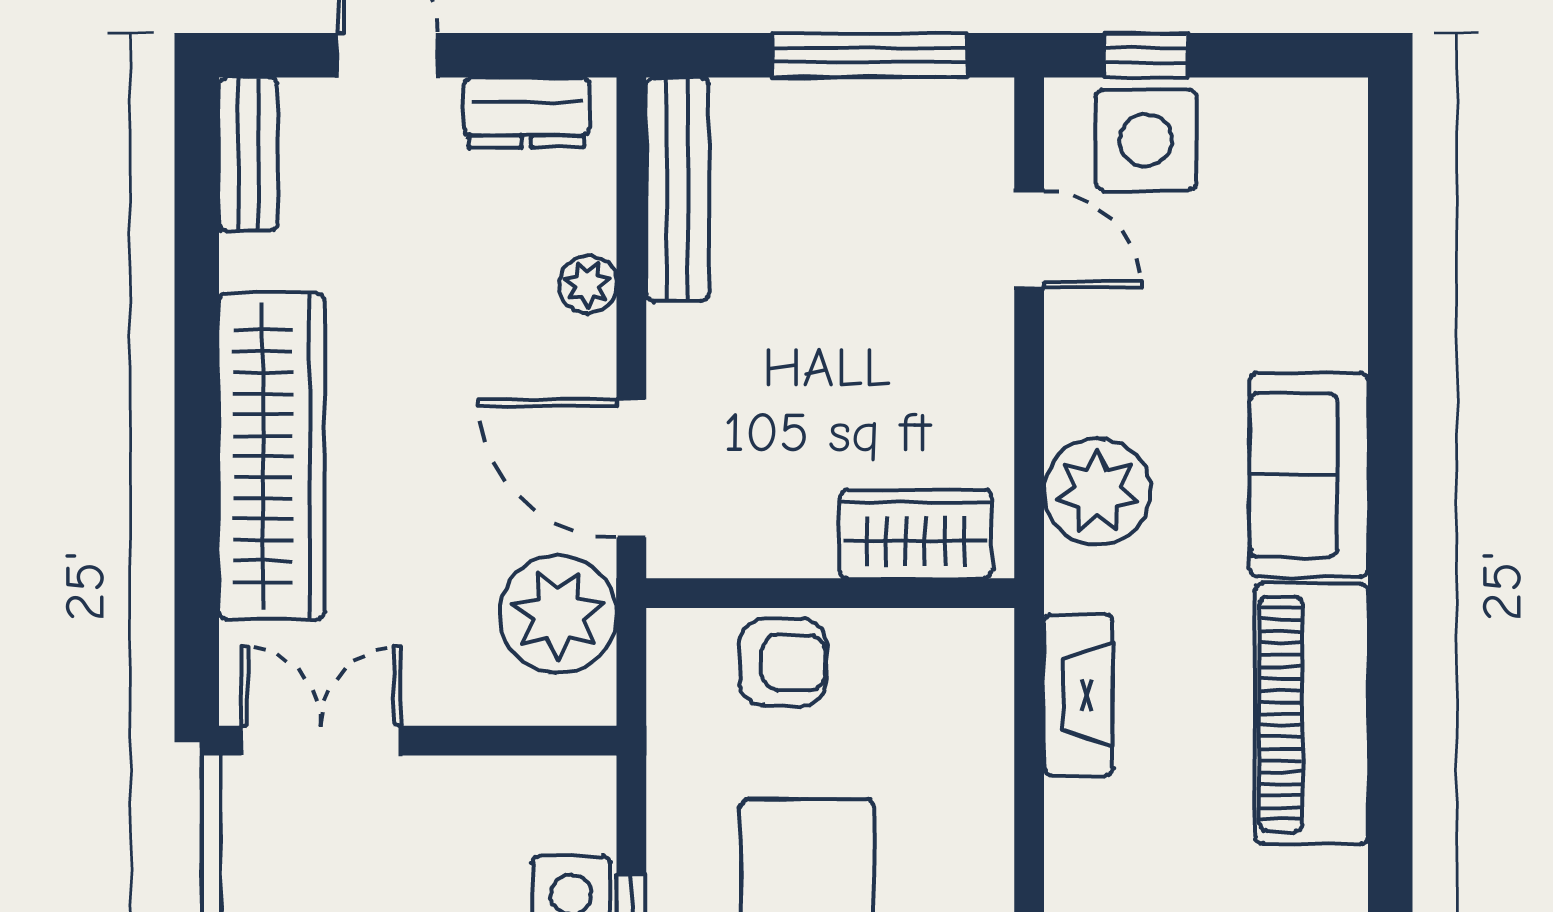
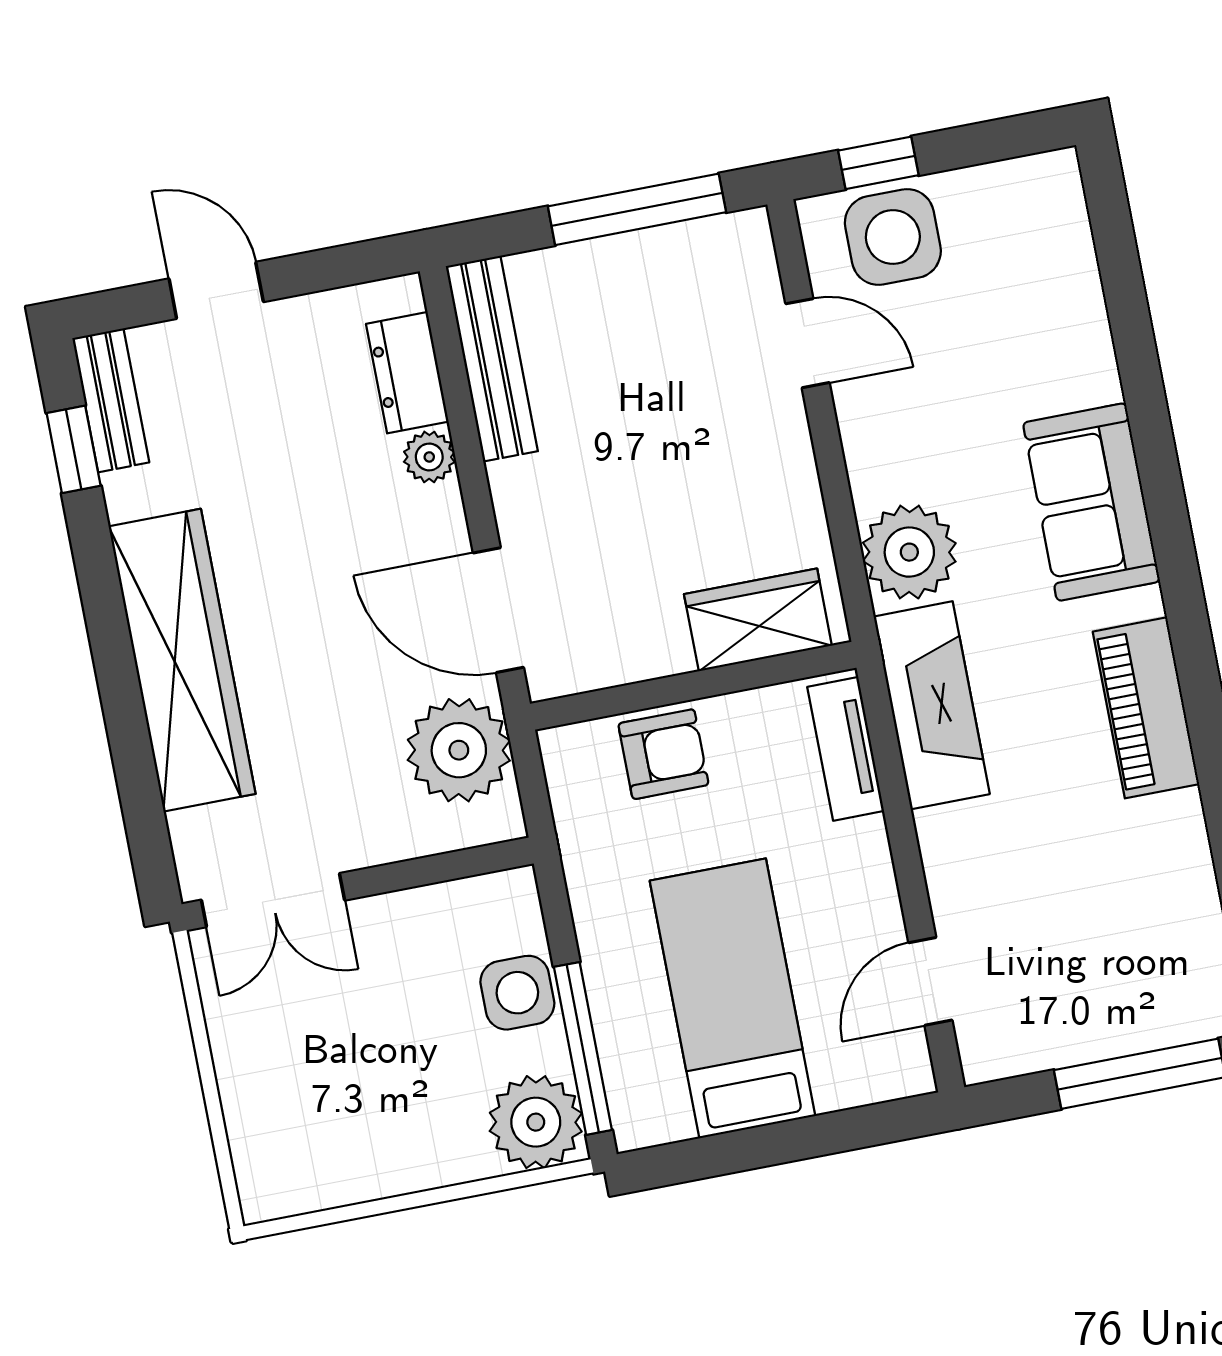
dresser: (527, 113) -> (407, 373), moved, turned 90
window: (197, 201) -> (74, 449), added
tv unit: (985, 695) -> (846, 749), added
fireplace: (1078, 695) -> (932, 705), width x1.37, depth x1.32
piano: (1311, 714) -> (1146, 708), width x0.73, depth x0.75
double door: (321, 741) -> (273, 900), swing flipped

